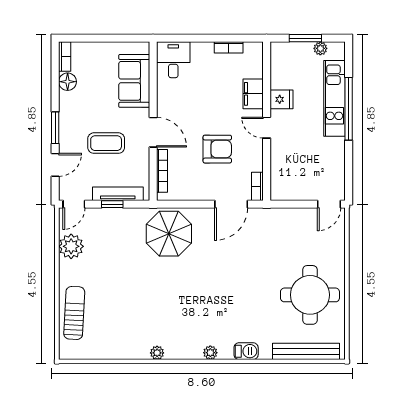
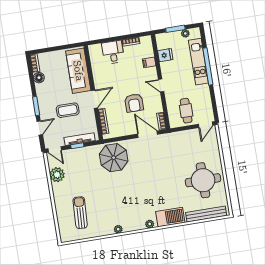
desk: (173, 60) -> (113, 52), moved
sofa: (134, 81) -> (78, 71), width x1.36
filing cabinet: (253, 94) -> (149, 62), width x0.50
fridge: (281, 99) -> (165, 55), moved
door: (153, 132) -> (94, 99), hinge flipped
armchair: (217, 149) -> (134, 103), turned 90
cafe table: (301, 176) -> (186, 111), added
door: (74, 204) -> (55, 149), hinge flipped
door: (231, 204) -> (148, 134), swing flipped
sun lounger: (74, 313) -> (80, 213), moved
barbecue: (246, 351) -> (170, 217), width x1.88, depth x1.53

